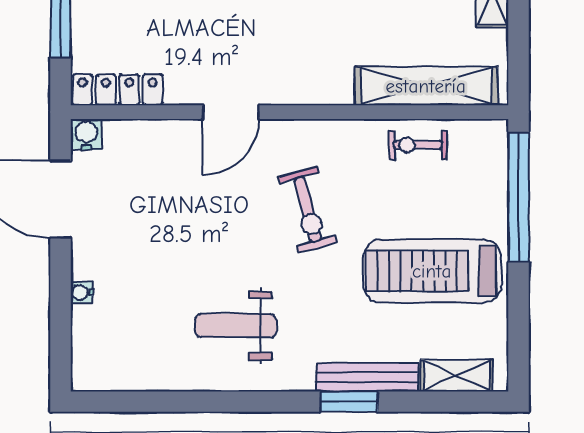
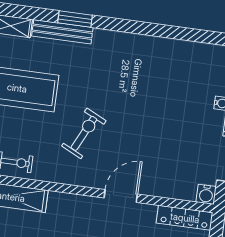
exercise bike: (308, 210) -> (84, 133), turned 41
weight bench: (236, 326) -> (135, 72), removed

